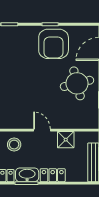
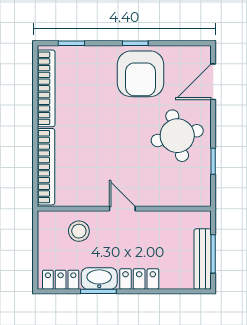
shower: (66, 140) -> (159, 223), removed

